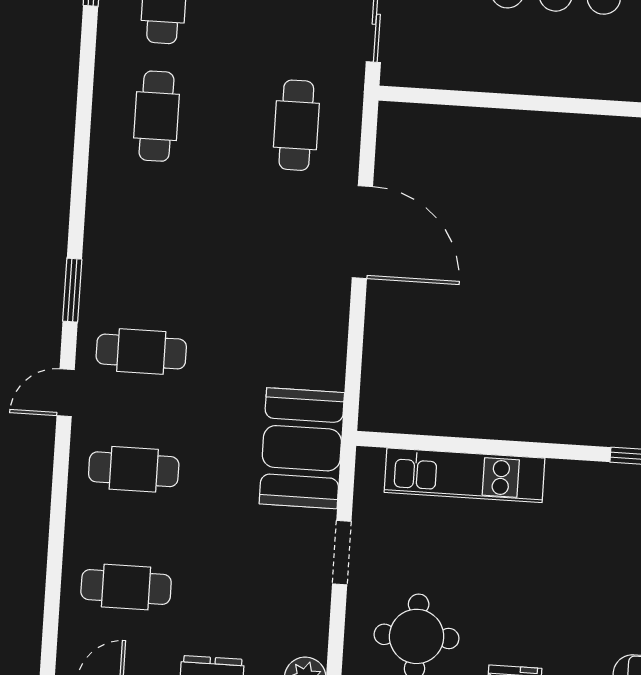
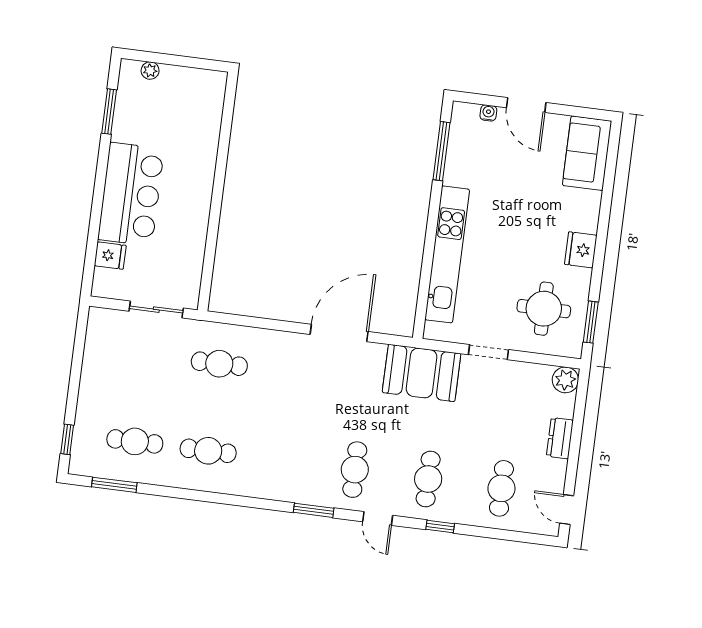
door: (362, 232) -> (339, 333), moved
kitchen unit: (464, 475) -> (447, 254), width x1.36
window: (59, 493) -> (440, 527), added

